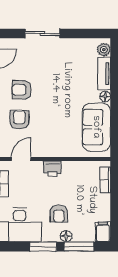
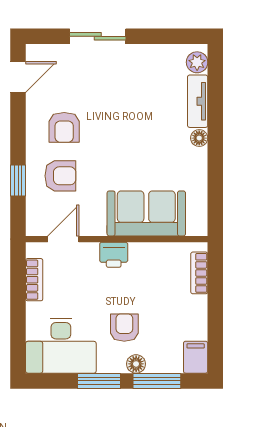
armchair: (22, 90) -> (64, 127), turned -90
armchair: (19, 120) -> (60, 176), turned 90
sofa: (96, 127) -> (146, 213), moved, turned 90
armchair: (59, 214) -> (124, 328), turned 180

